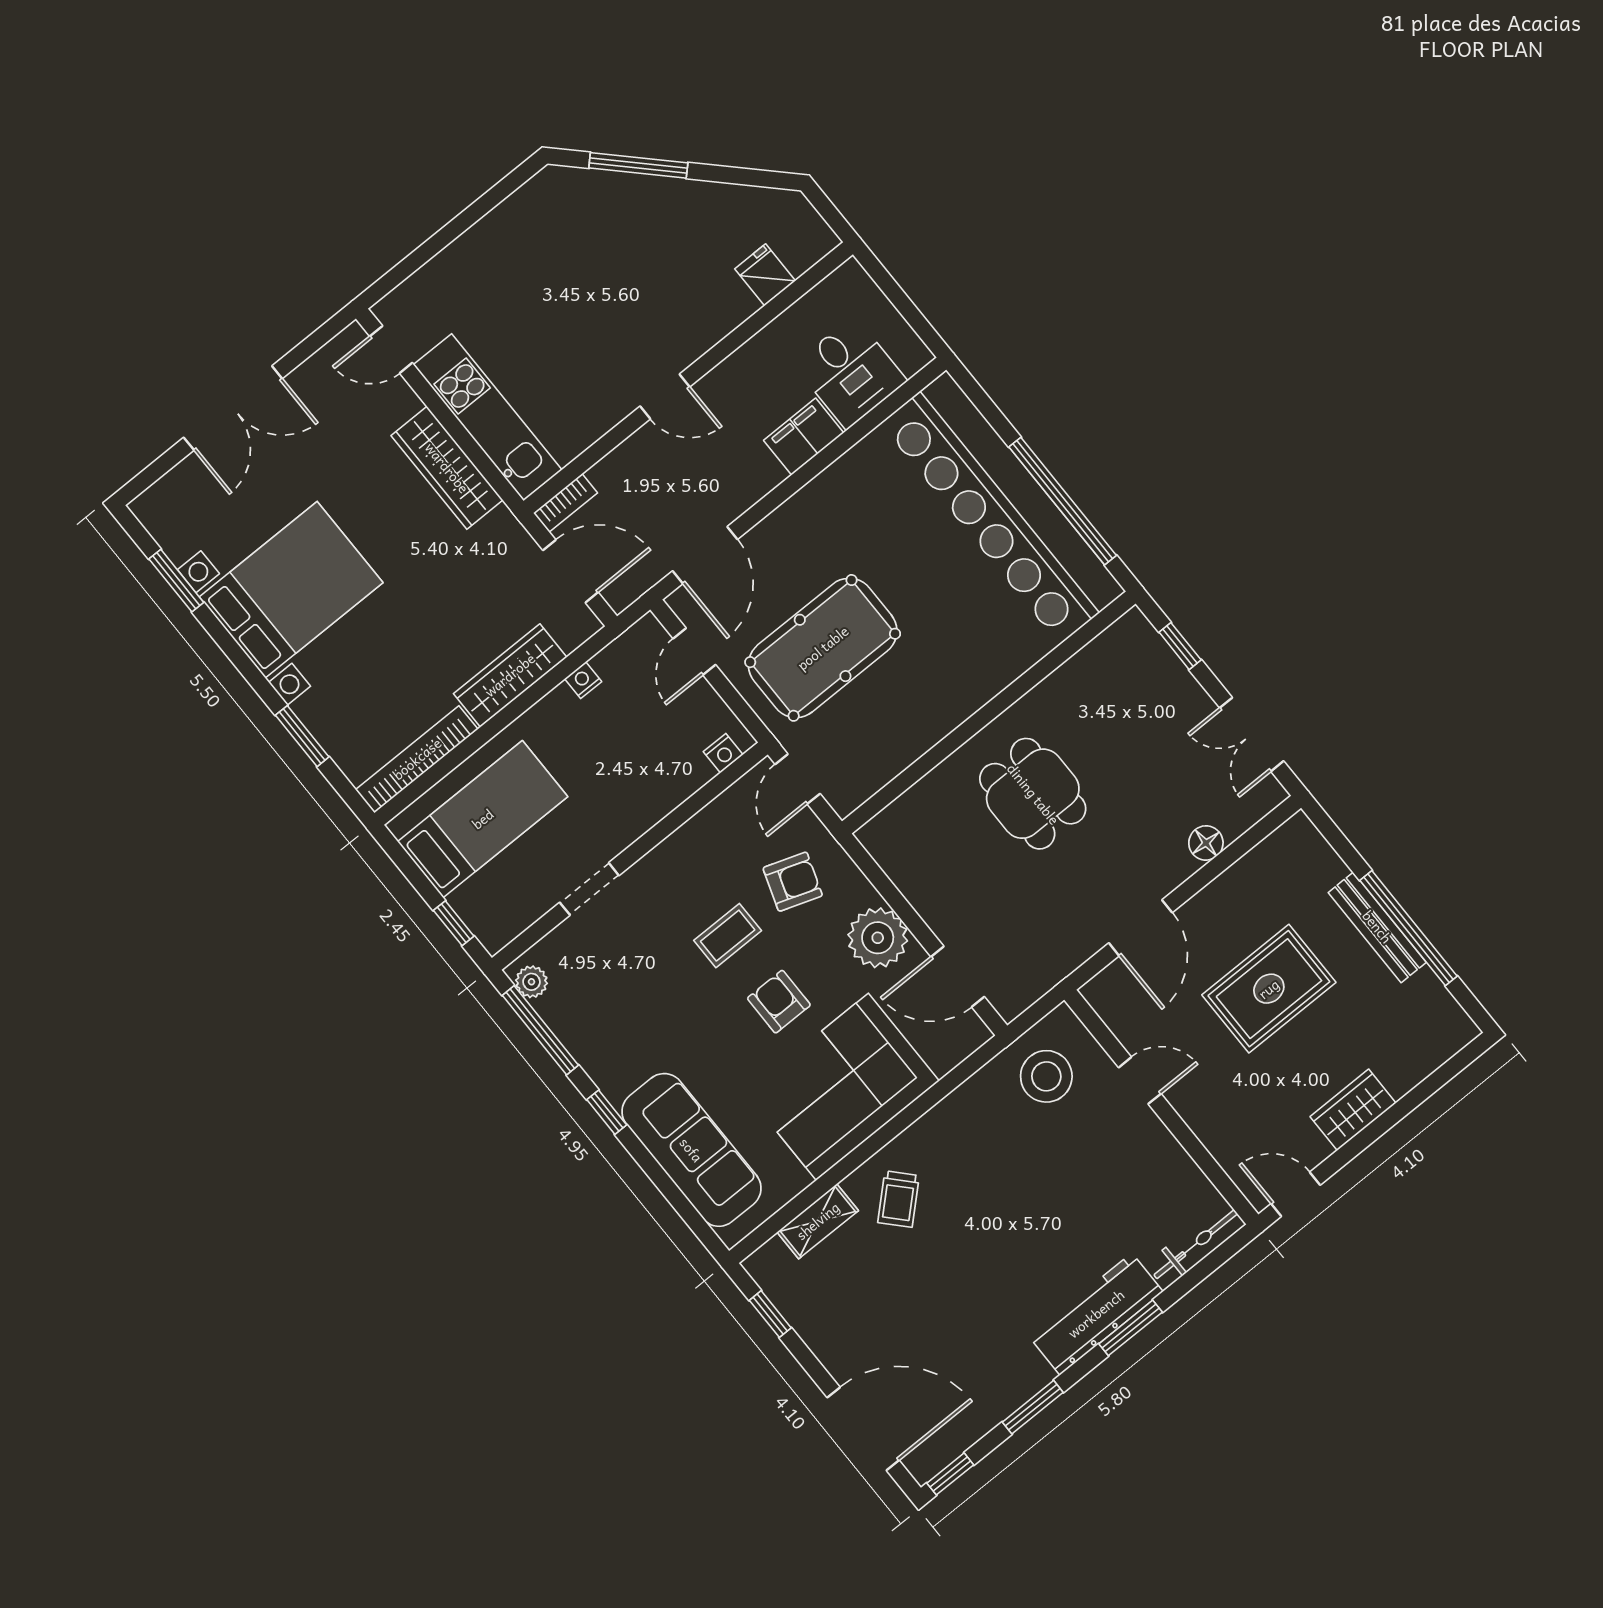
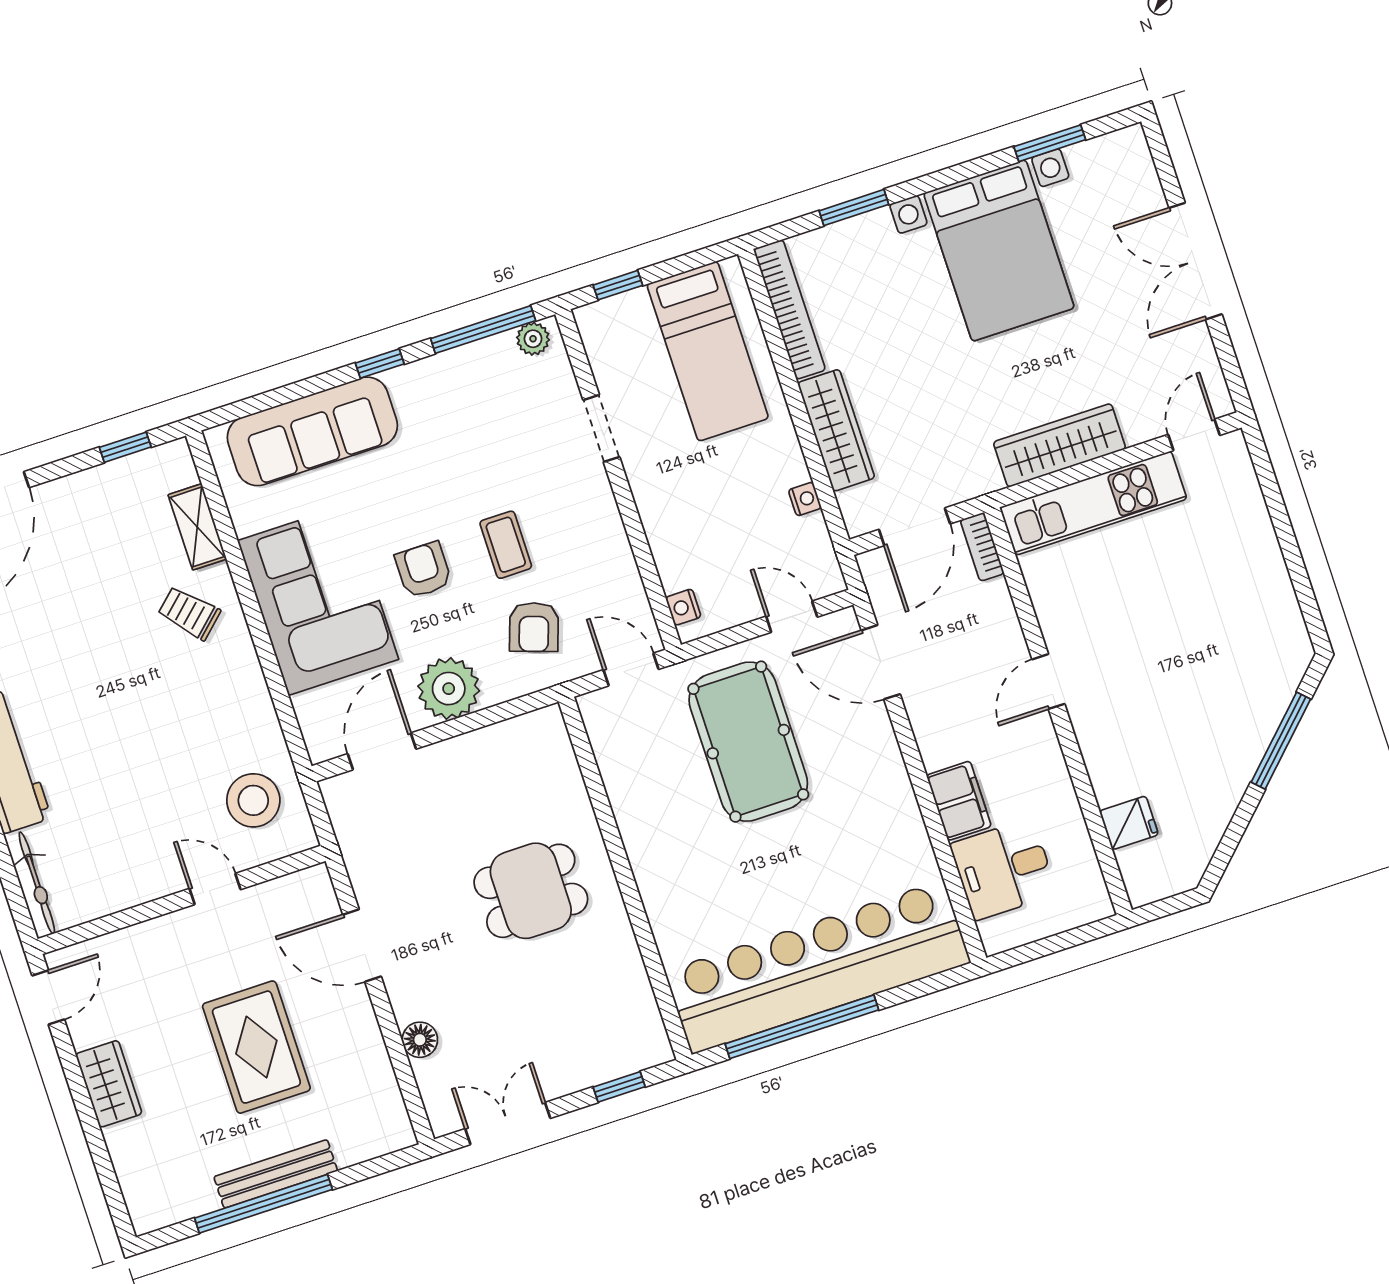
armchair: (779, 1002) -> (423, 570), turned -90
door: (1140, 1081) -> (215, 889), swing flipped

